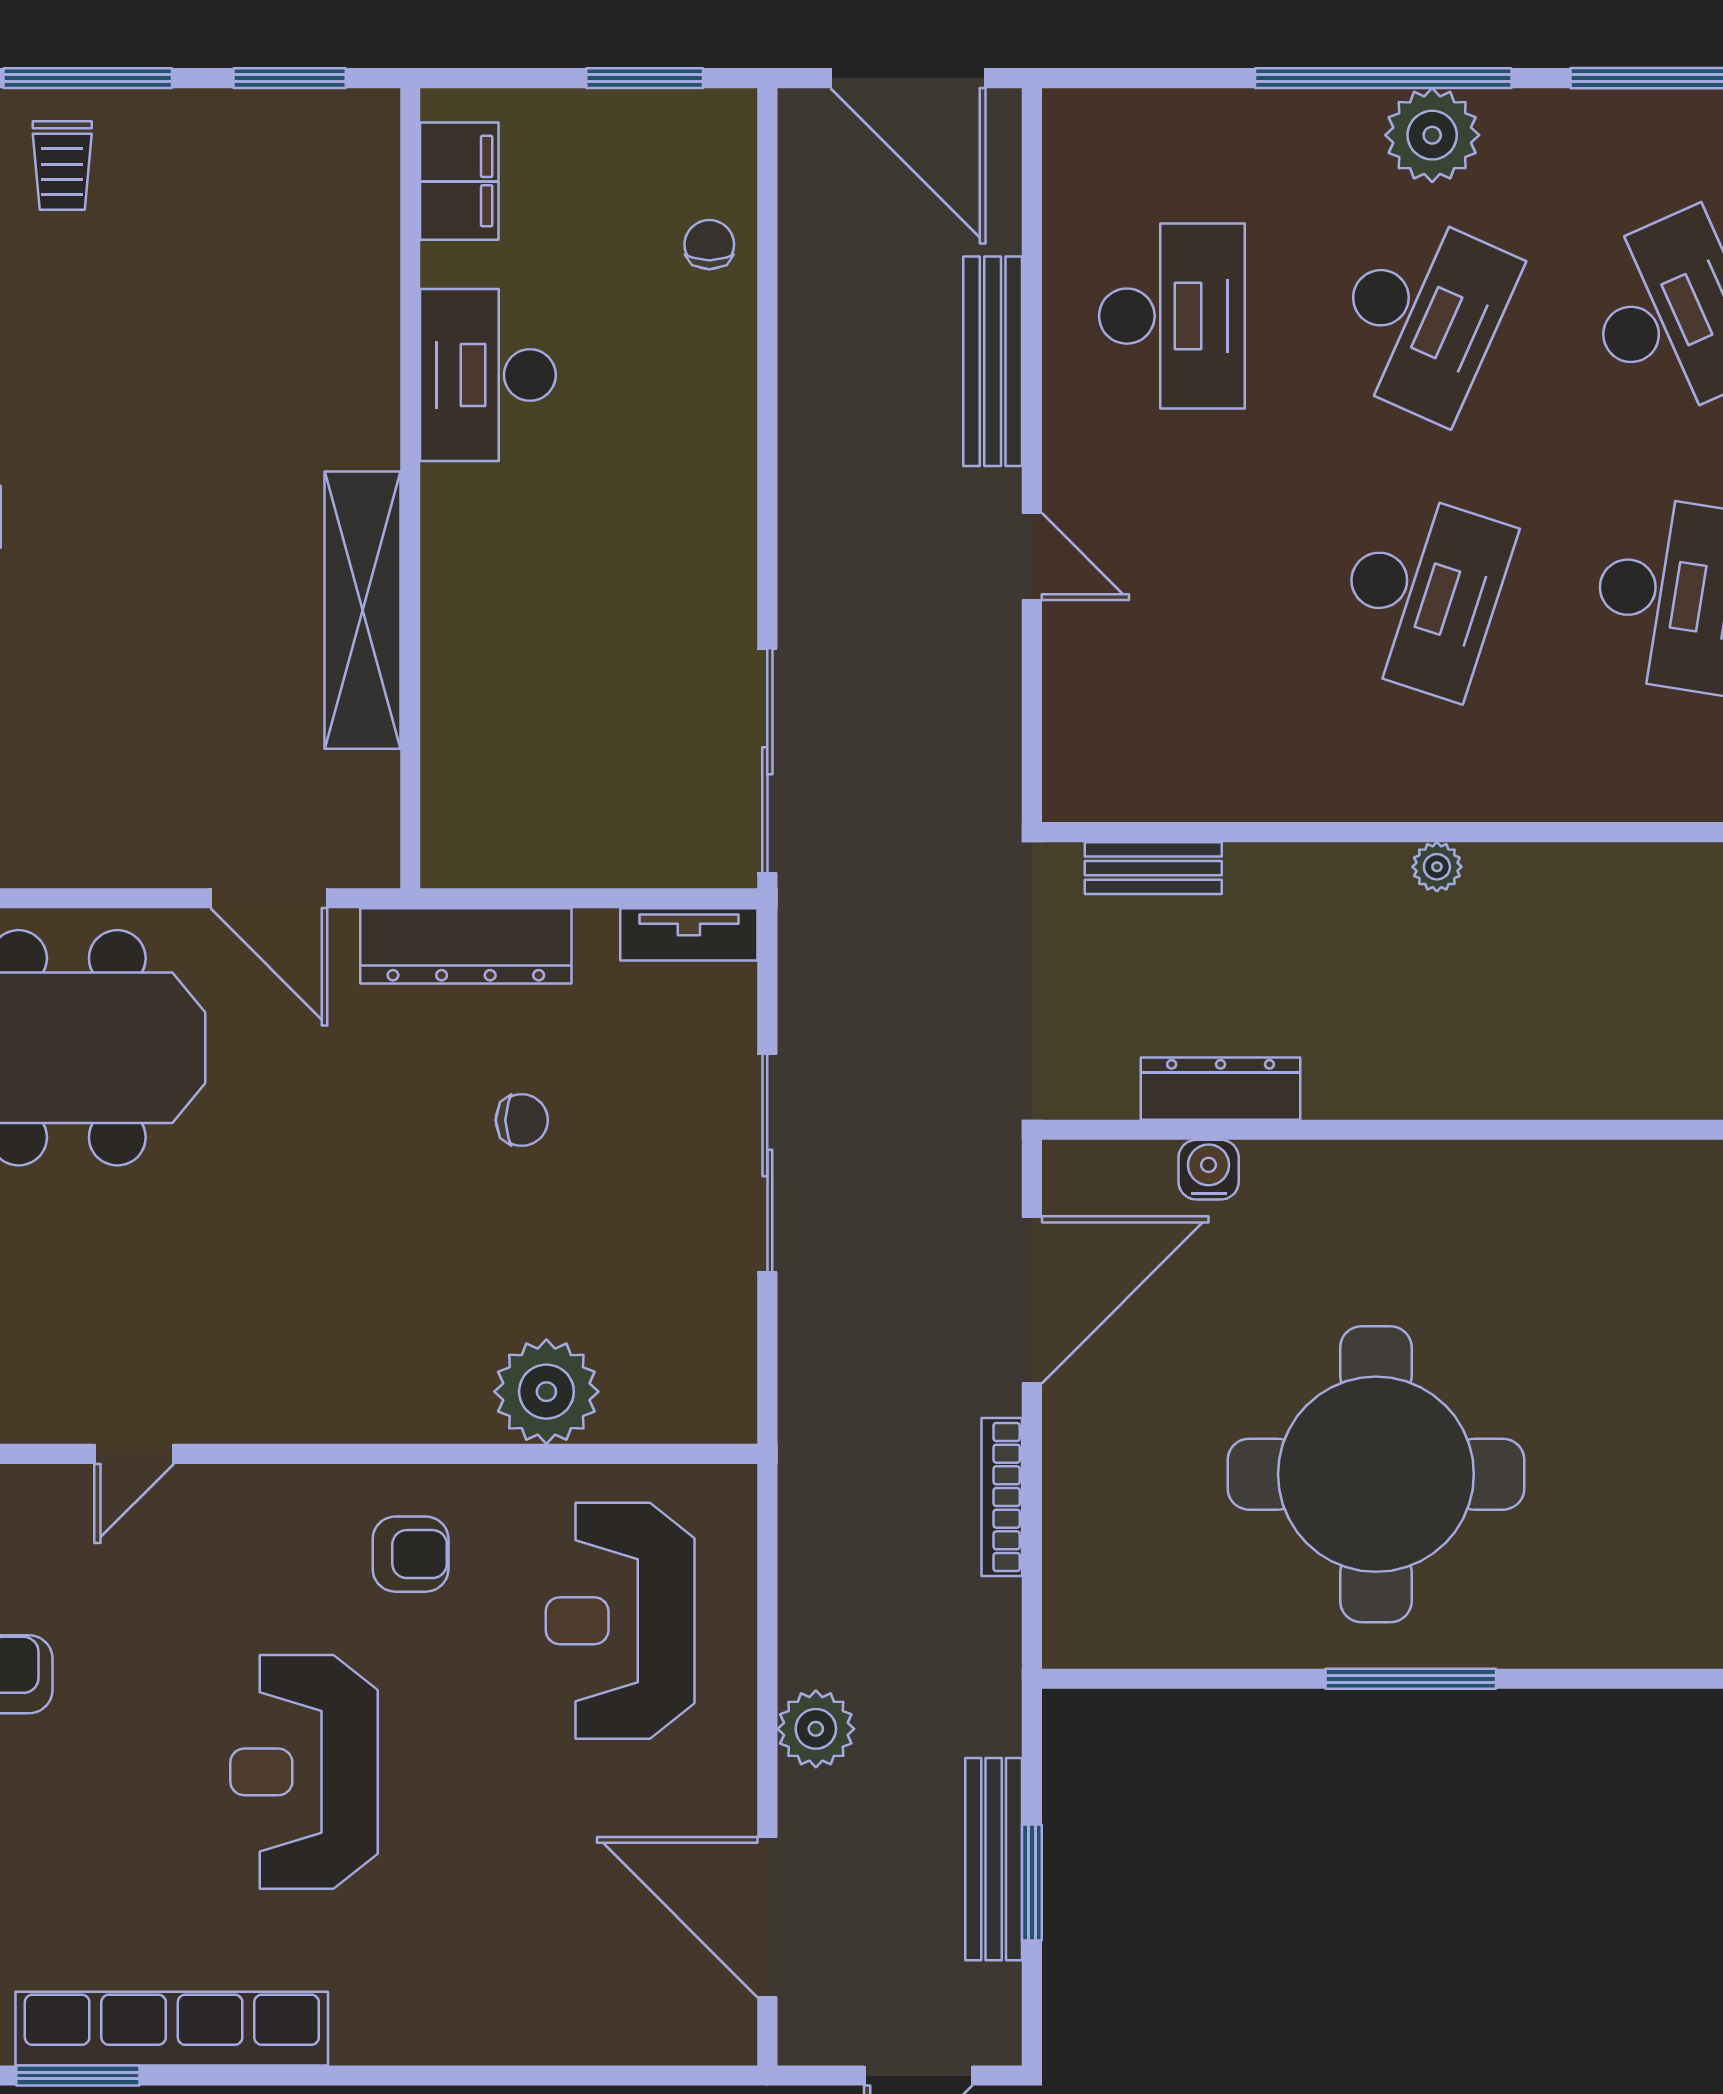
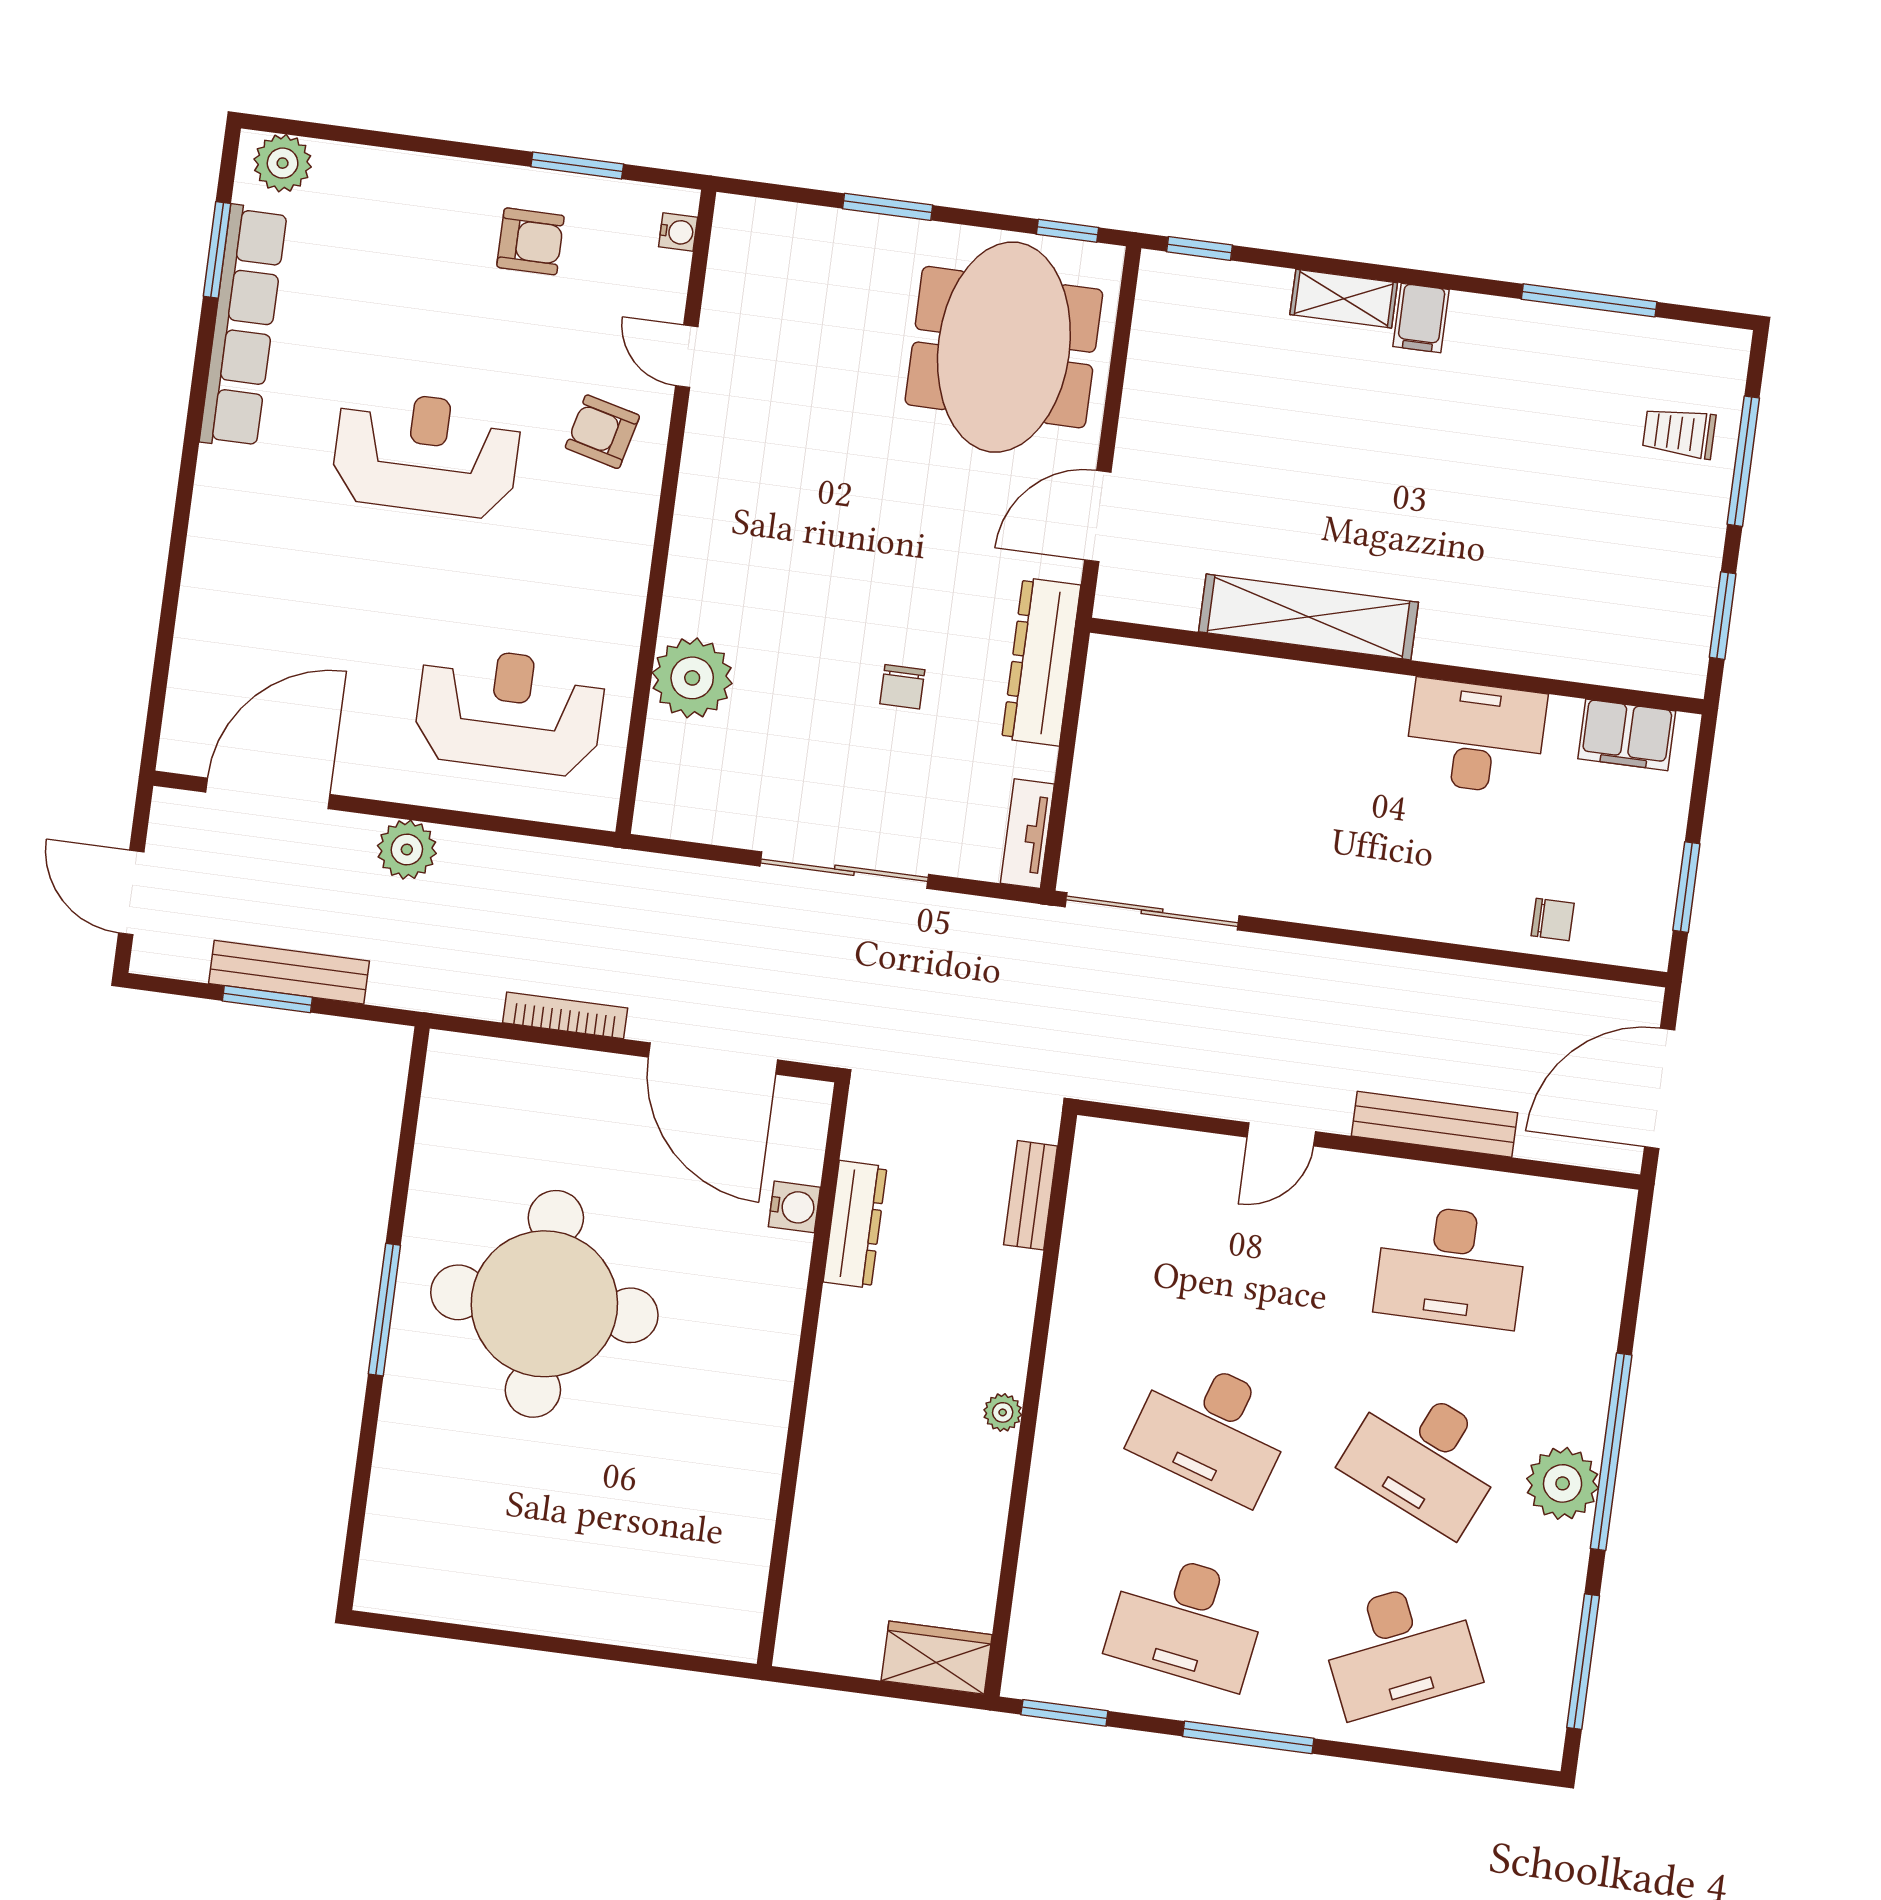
armchair: (411, 1554) -> (602, 432), moved, turned 104

